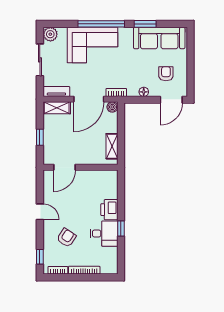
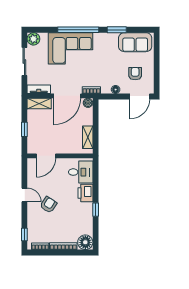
sofa: (159, 38) -> (135, 42), width x0.73
desk: (104, 234) -> (81, 172), moved
armchair: (66, 238) -> (48, 205), moved
floor lamp: (109, 266) -> (85, 242), added

